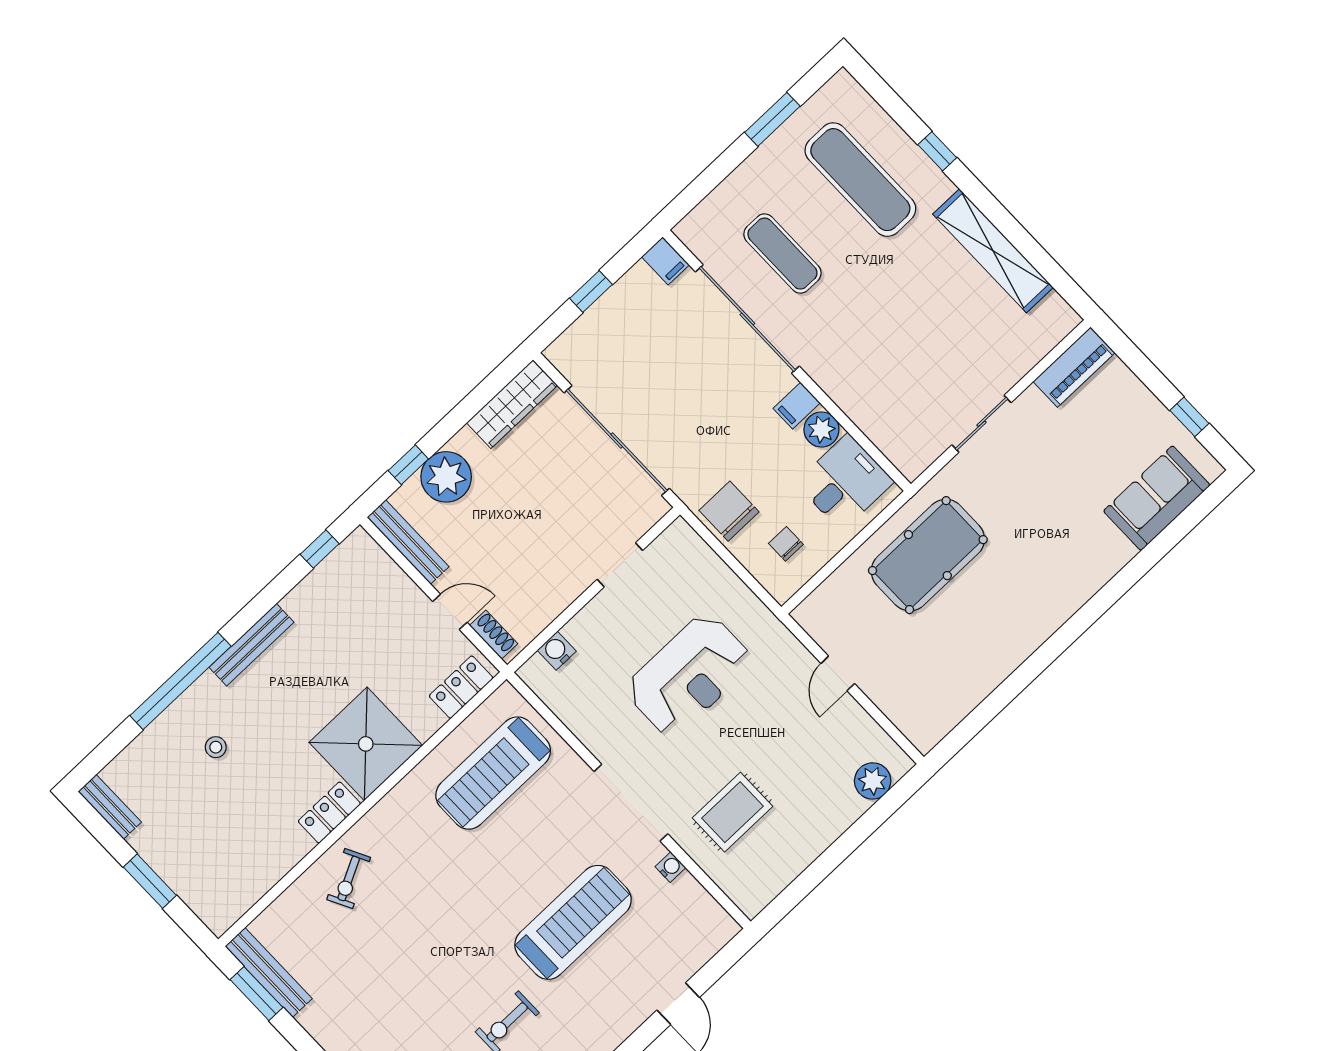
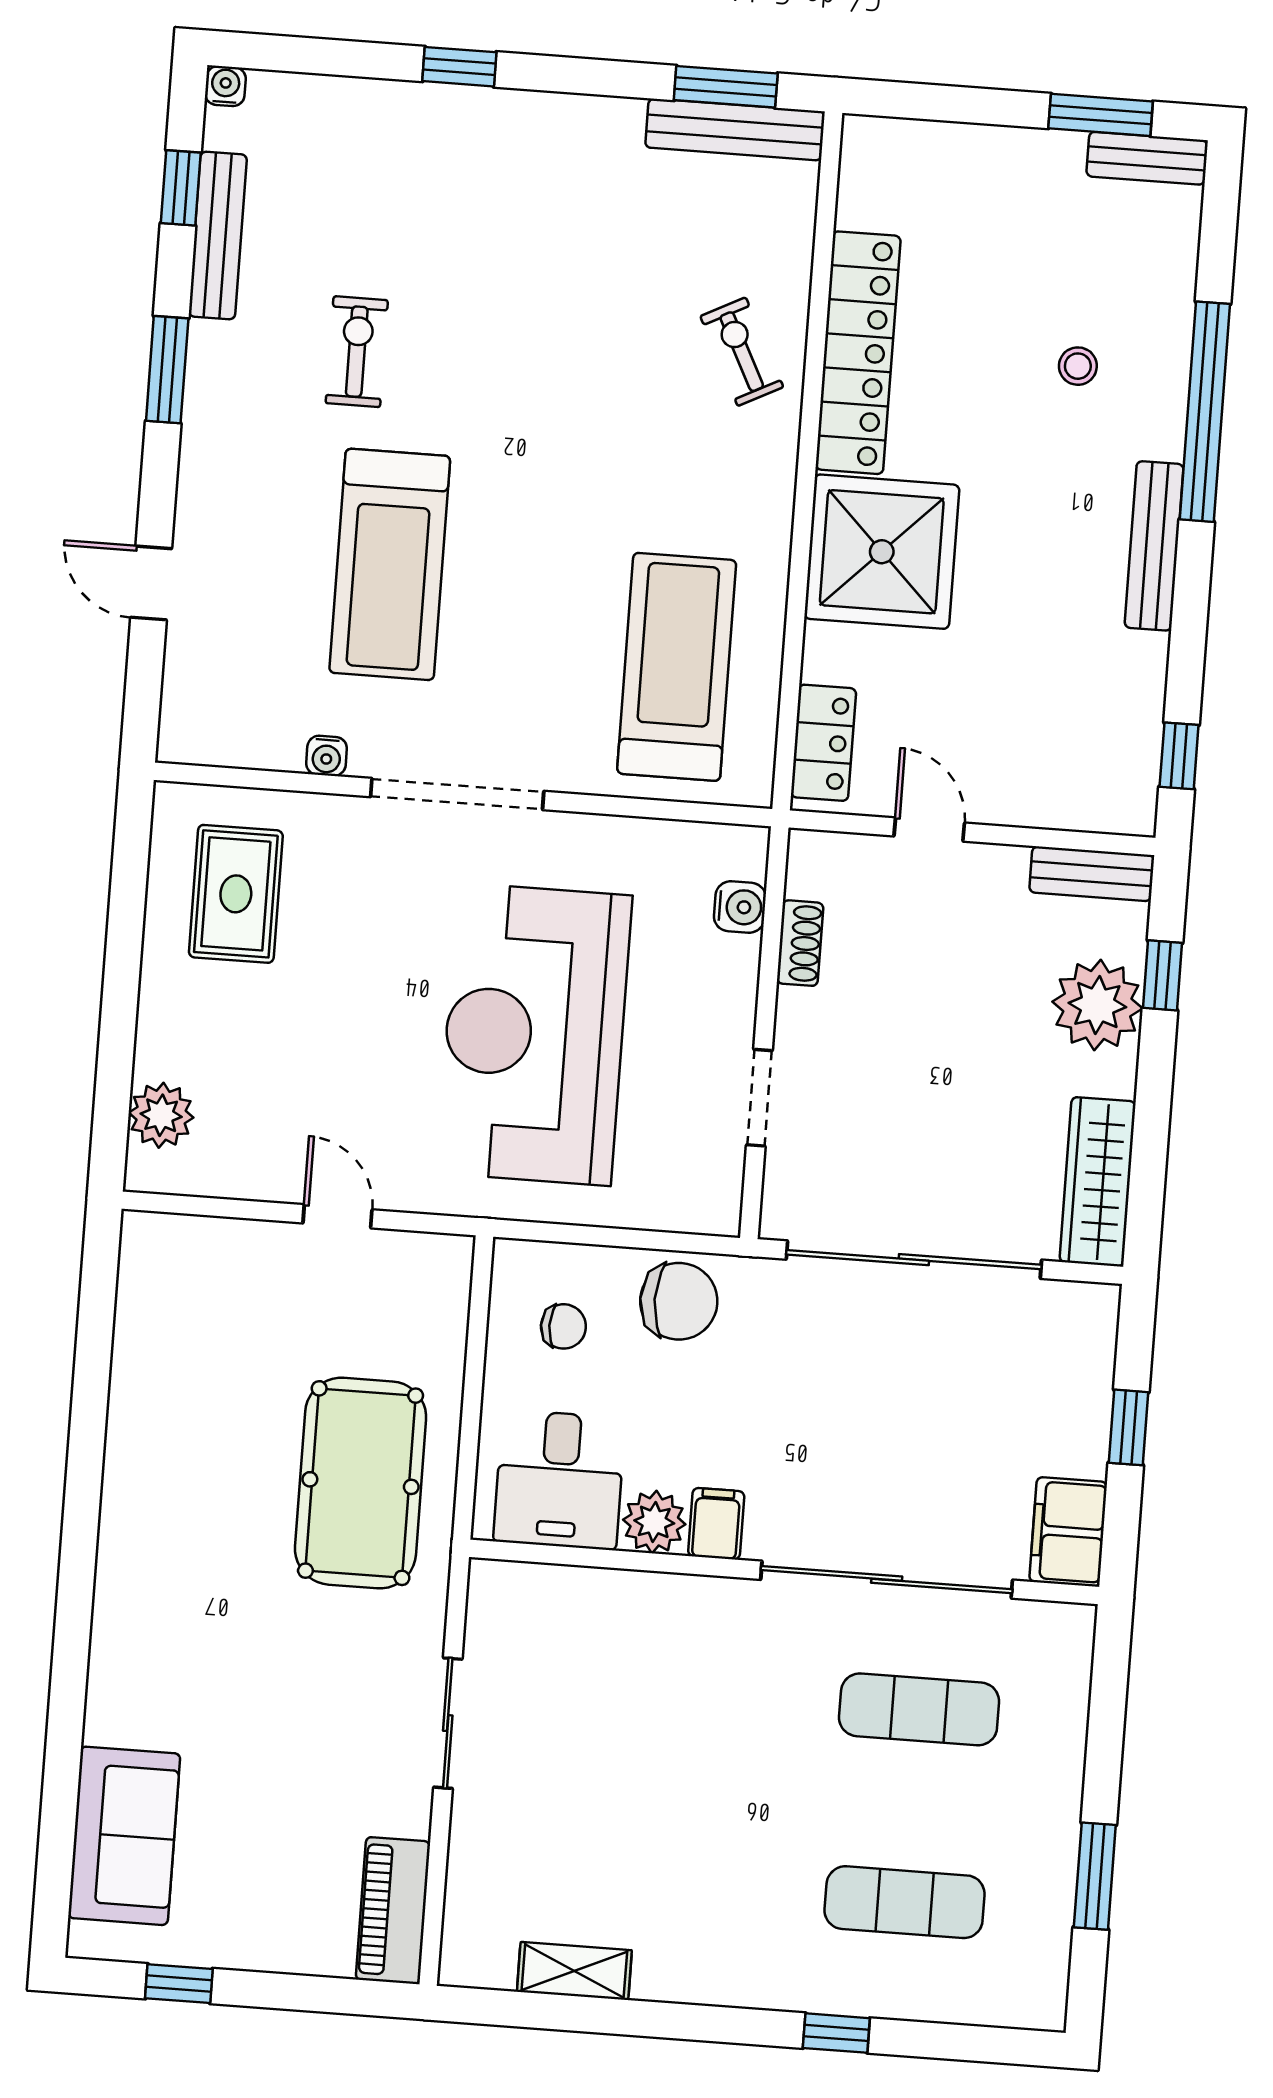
exercise mat: (860, 180) -> (905, 1902), width x0.73, depth x0.69
shelving: (993, 251) -> (574, 1971), width x0.45, depth x0.75
filing cabinet: (665, 261) -> (1068, 1532), width x2.00
bench: (408, 542) -> (1092, 874), width x0.73
door: (450, 612) -> (929, 830), swing flipped
shoe rack: (494, 635) -> (800, 943), moved, turned -90
reception desk: (689, 675) -> (534, 1034), width x1.36, depth x1.30
rug: (732, 812) -> (236, 894), moved
locker: (329, 813) -> (858, 353), width x2.16, depth x1.21
window: (150, 881) -> (1101, 115), moved

